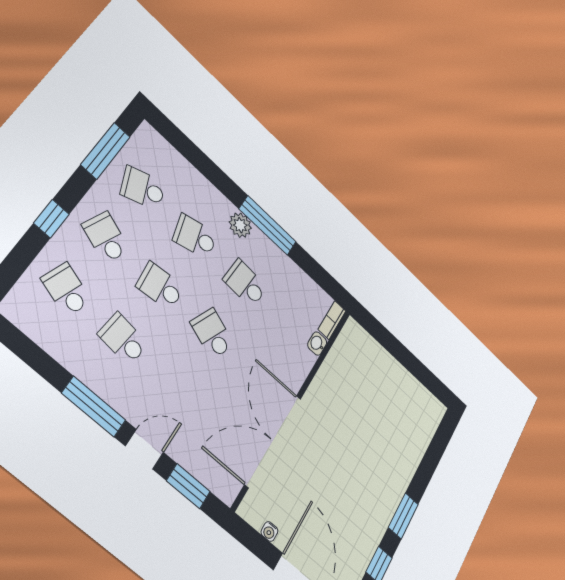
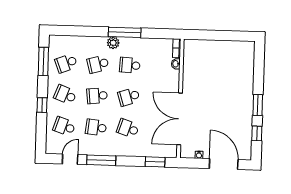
school desk: (212, 333) -> (129, 97), turned -39
school desk: (178, 387) -> (128, 128), added
door: (144, 449) -> (70, 159), moved

